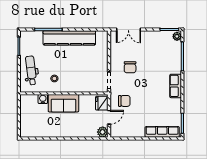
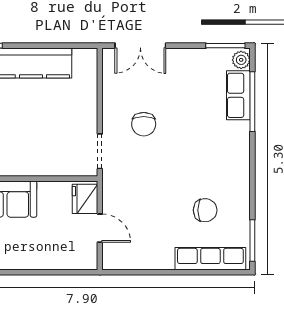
row of seats: (176, 86) -> (238, 95), moved
chair: (124, 101) -> (205, 210), moved
door: (109, 117) -> (100, 228), hinge flipped
plant: (103, 132) -> (86, 259), removed

